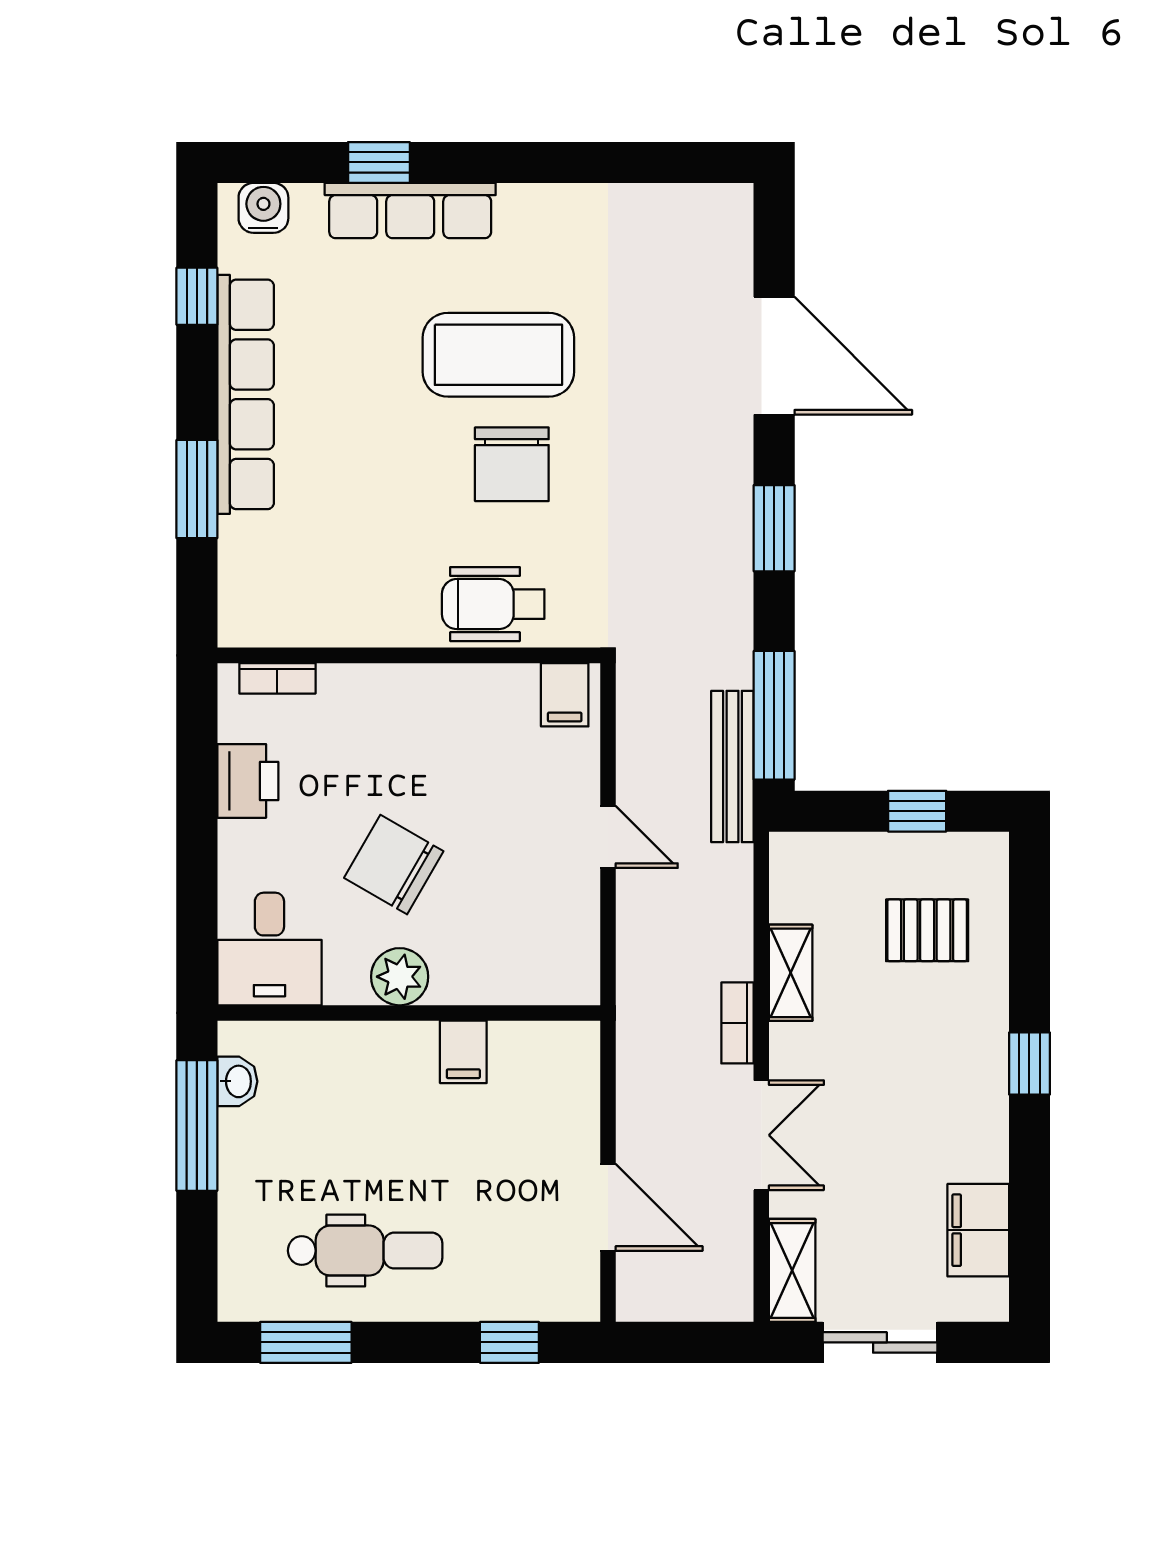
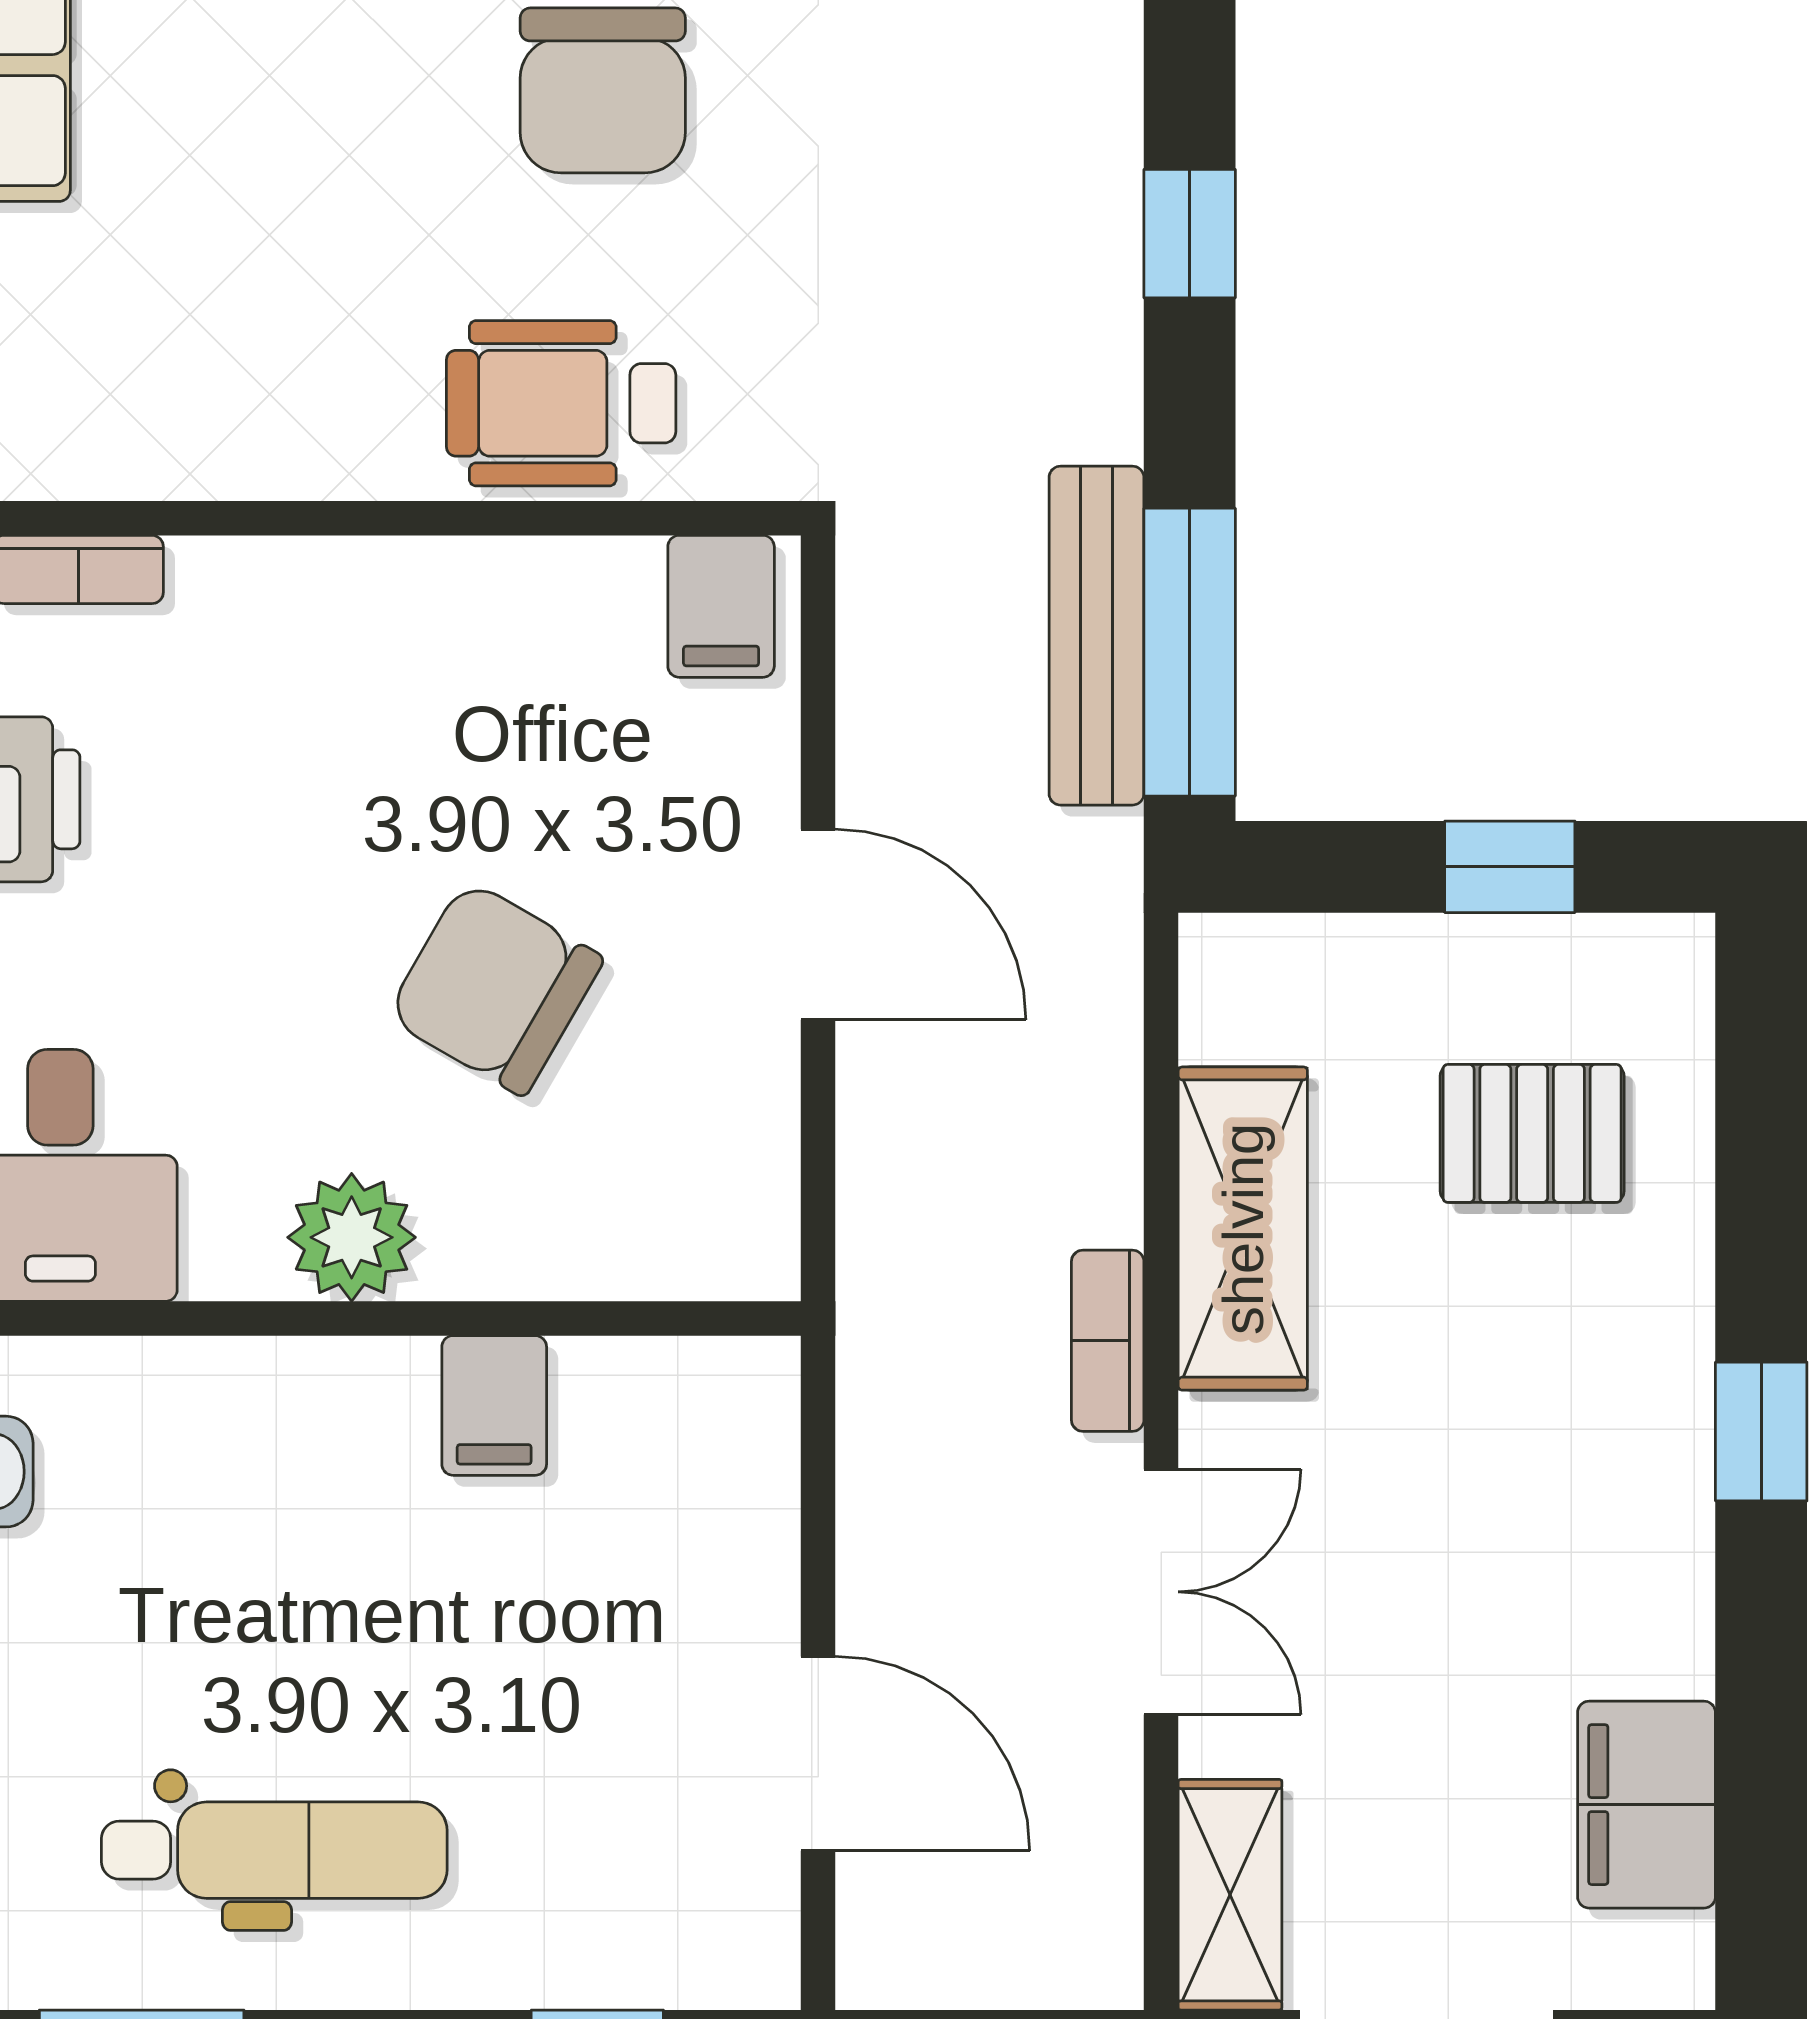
window: (774, 528) -> (1190, 234), width x0.67
bench: (732, 766) -> (1096, 636), moved
door: (608, 837) -> (818, 924), width x1.38
chair: (394, 865) -> (495, 988), moved
shelving: (791, 973) -> (1243, 1229), width x1.50, depth x1.33

